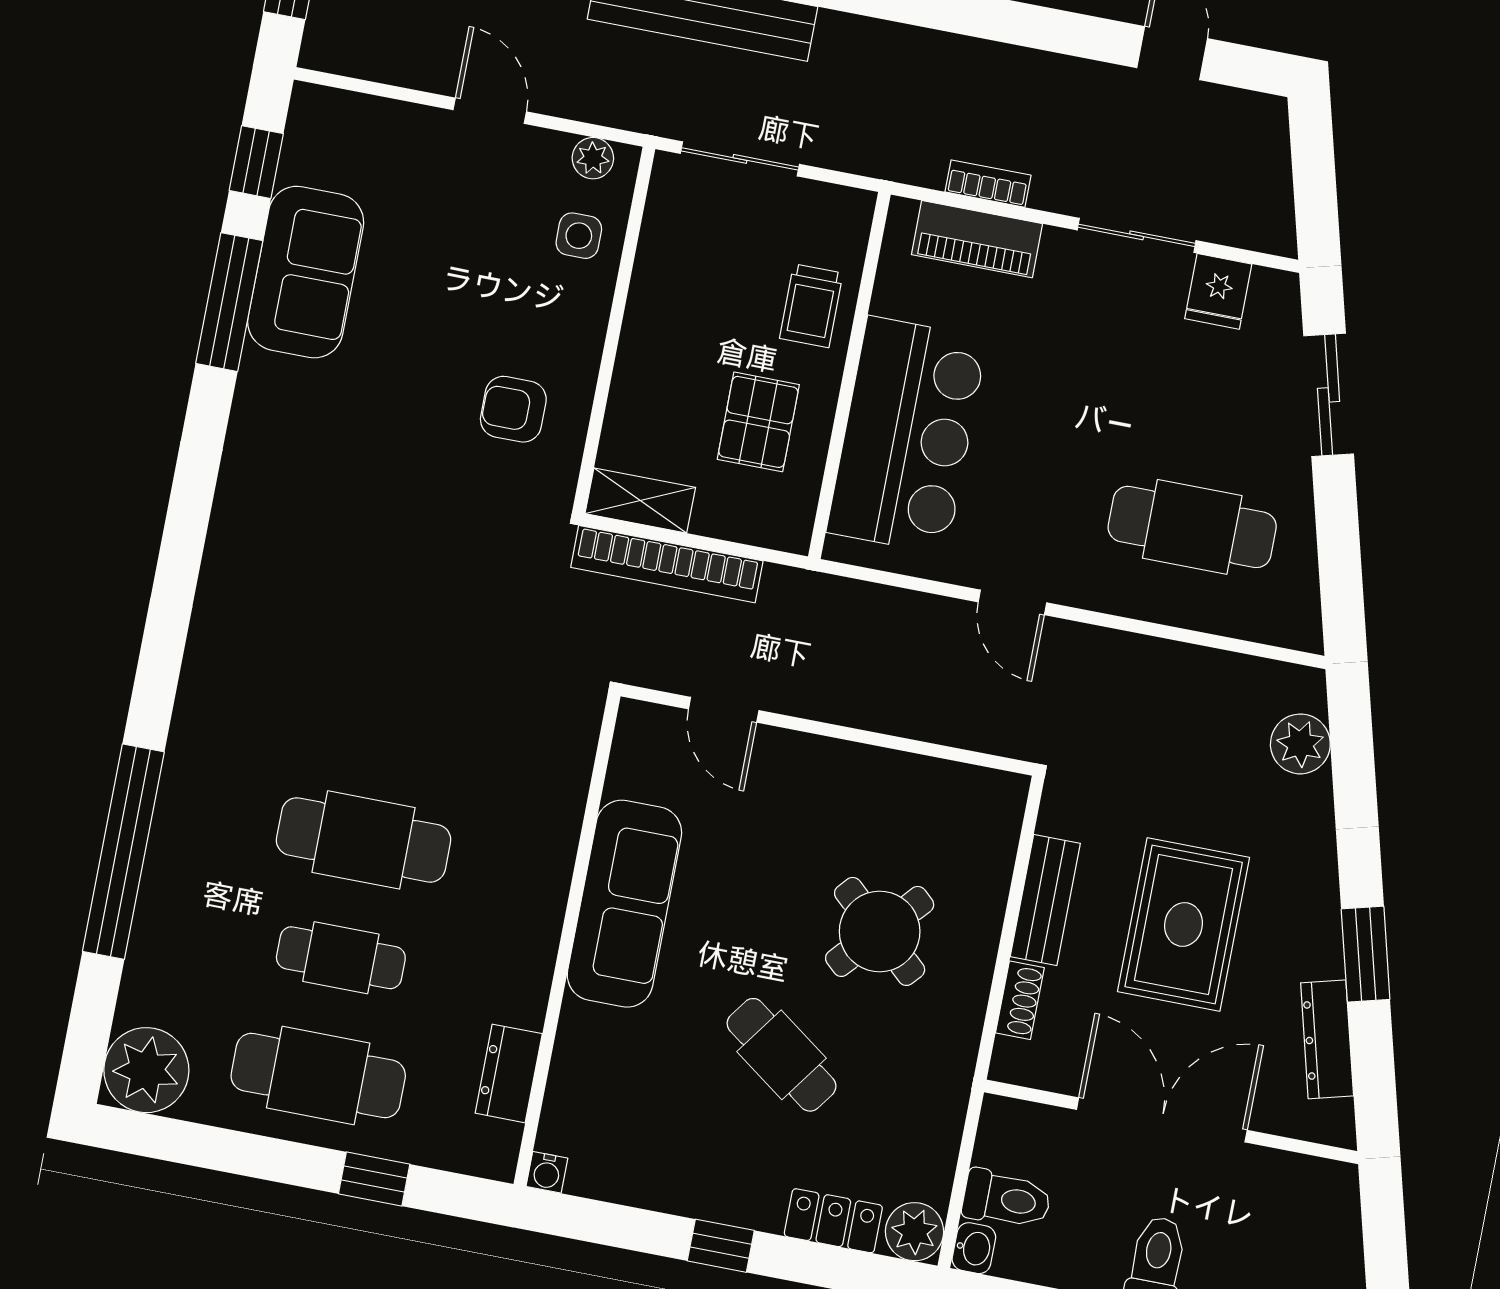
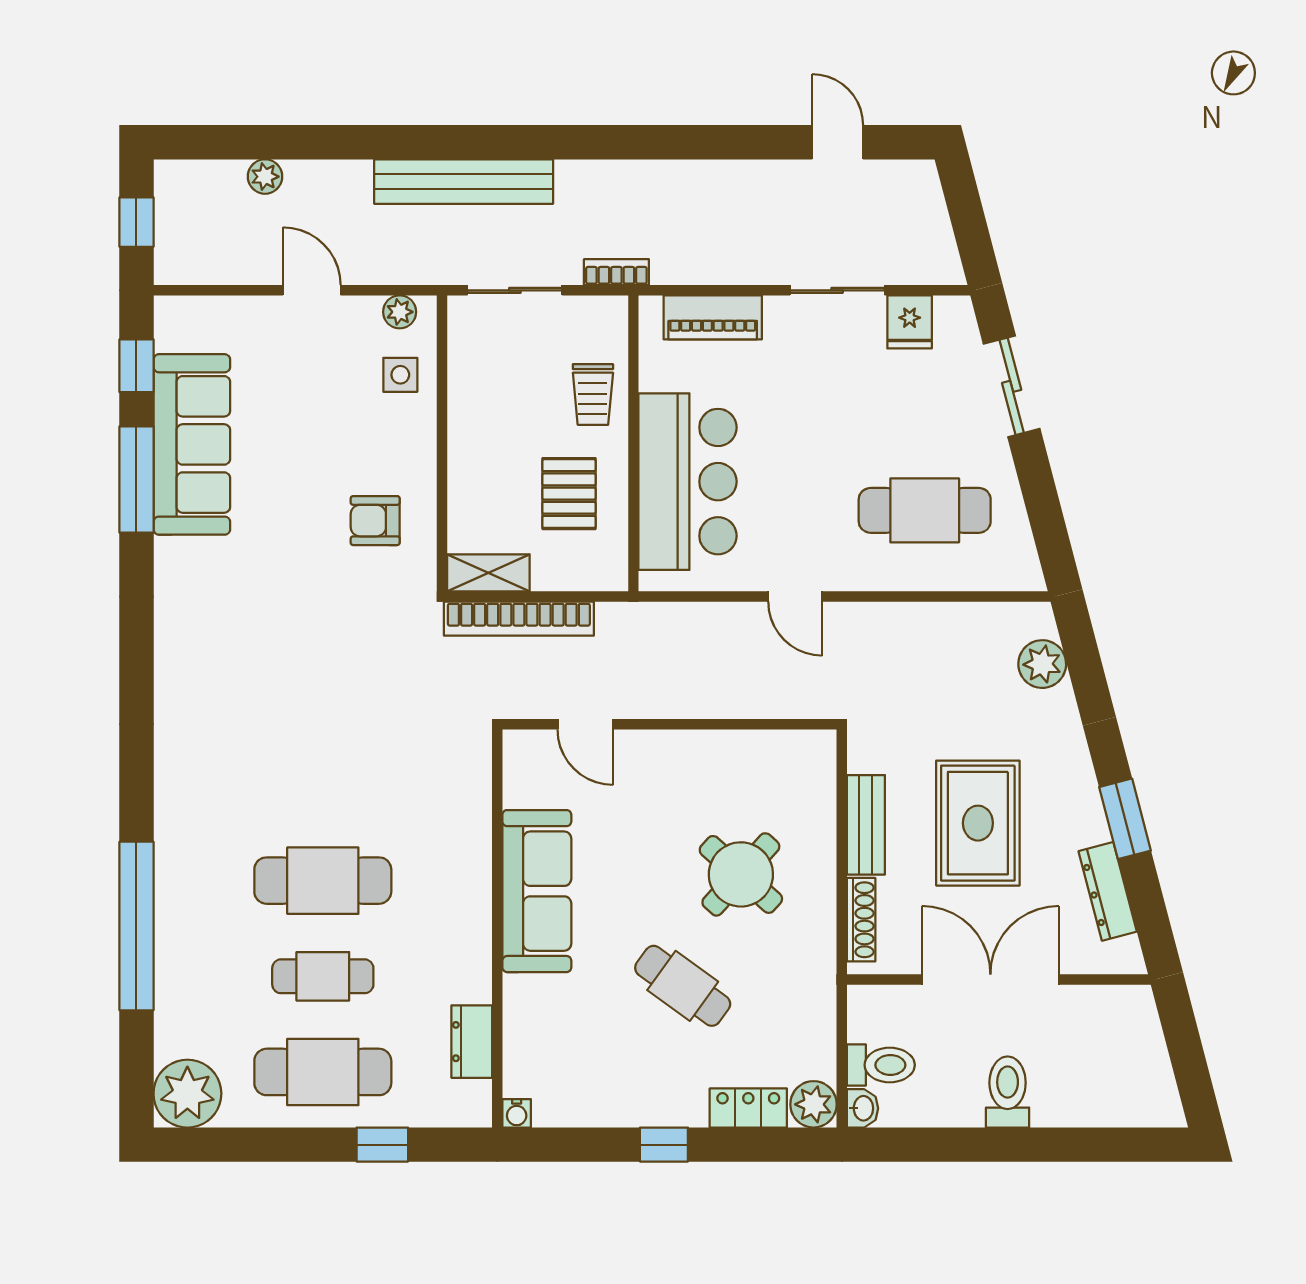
bookcase: (988, 184) -> (616, 272), moved
sofa: (306, 272) -> (192, 444), width x1.36
shoe rack: (1020, 1000) -> (861, 920), width x1.43

